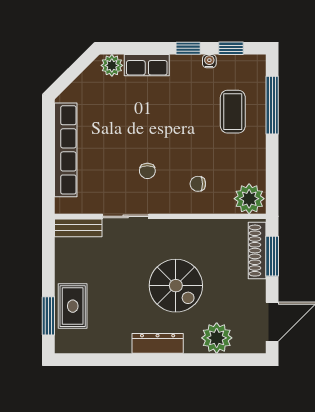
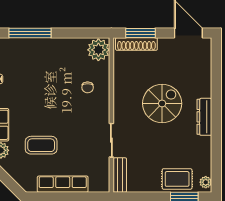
coffee table: (233, 112) -> (41, 145), moved
row of seats: (66, 150) -> (63, 184), width x0.73
chair: (147, 171) -> (78, 124), removed
plant: (217, 338) -> (206, 182), moved, width x0.53, depth x0.53

